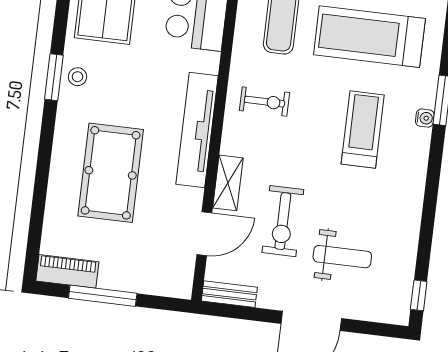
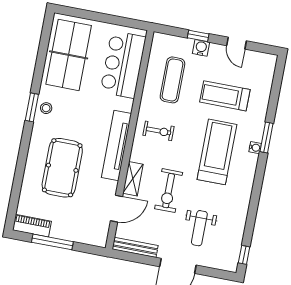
treadmill: (369, 37) -> (225, 96), width x0.73, depth x0.73
treadmill: (363, 130) -> (217, 152), width x1.37, depth x1.38
exercise bike: (283, 221) -> (169, 191), moved
weight bench: (342, 257) -> (199, 228), turned 90
bench: (229, 294) -> (135, 247), width x1.36

